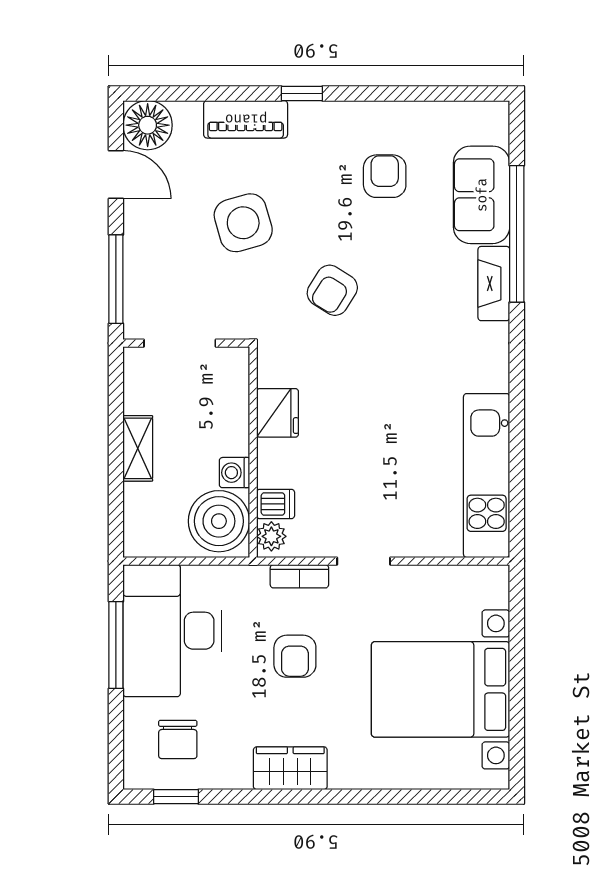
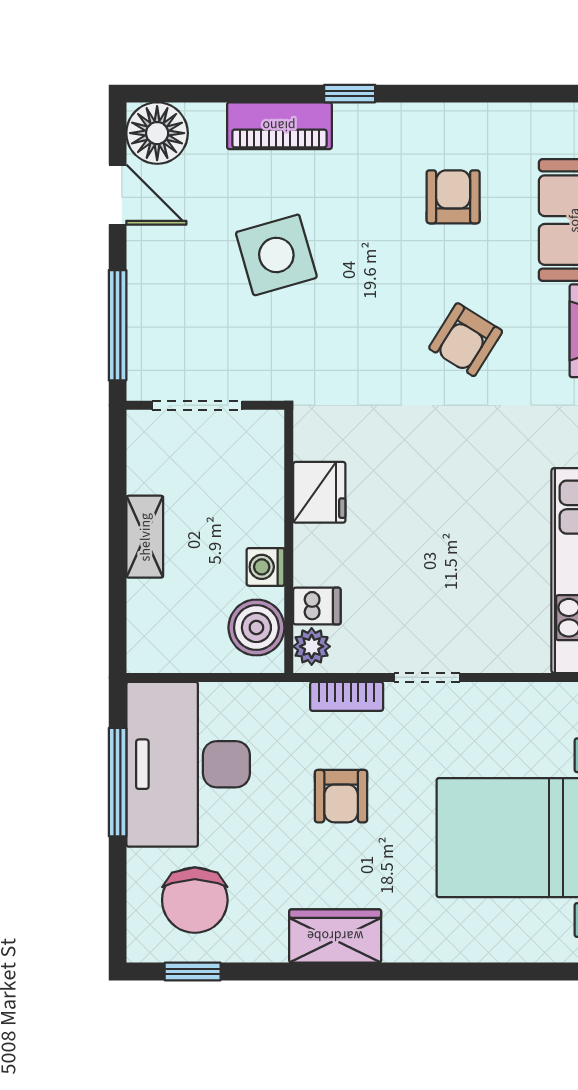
armchair: (332, 290) -> (466, 340), moved
boiler: (219, 521) -> (256, 628), width x0.73, depth x0.73
chair: (178, 739) -> (195, 900), width x1.37, depth x1.37

